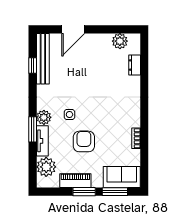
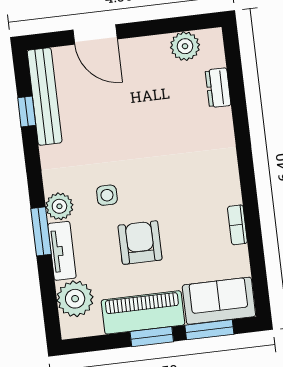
door: (73, 29) -> (95, 35), hinge flipped
piano: (75, 181) -> (143, 312), width x1.37, depth x1.33

